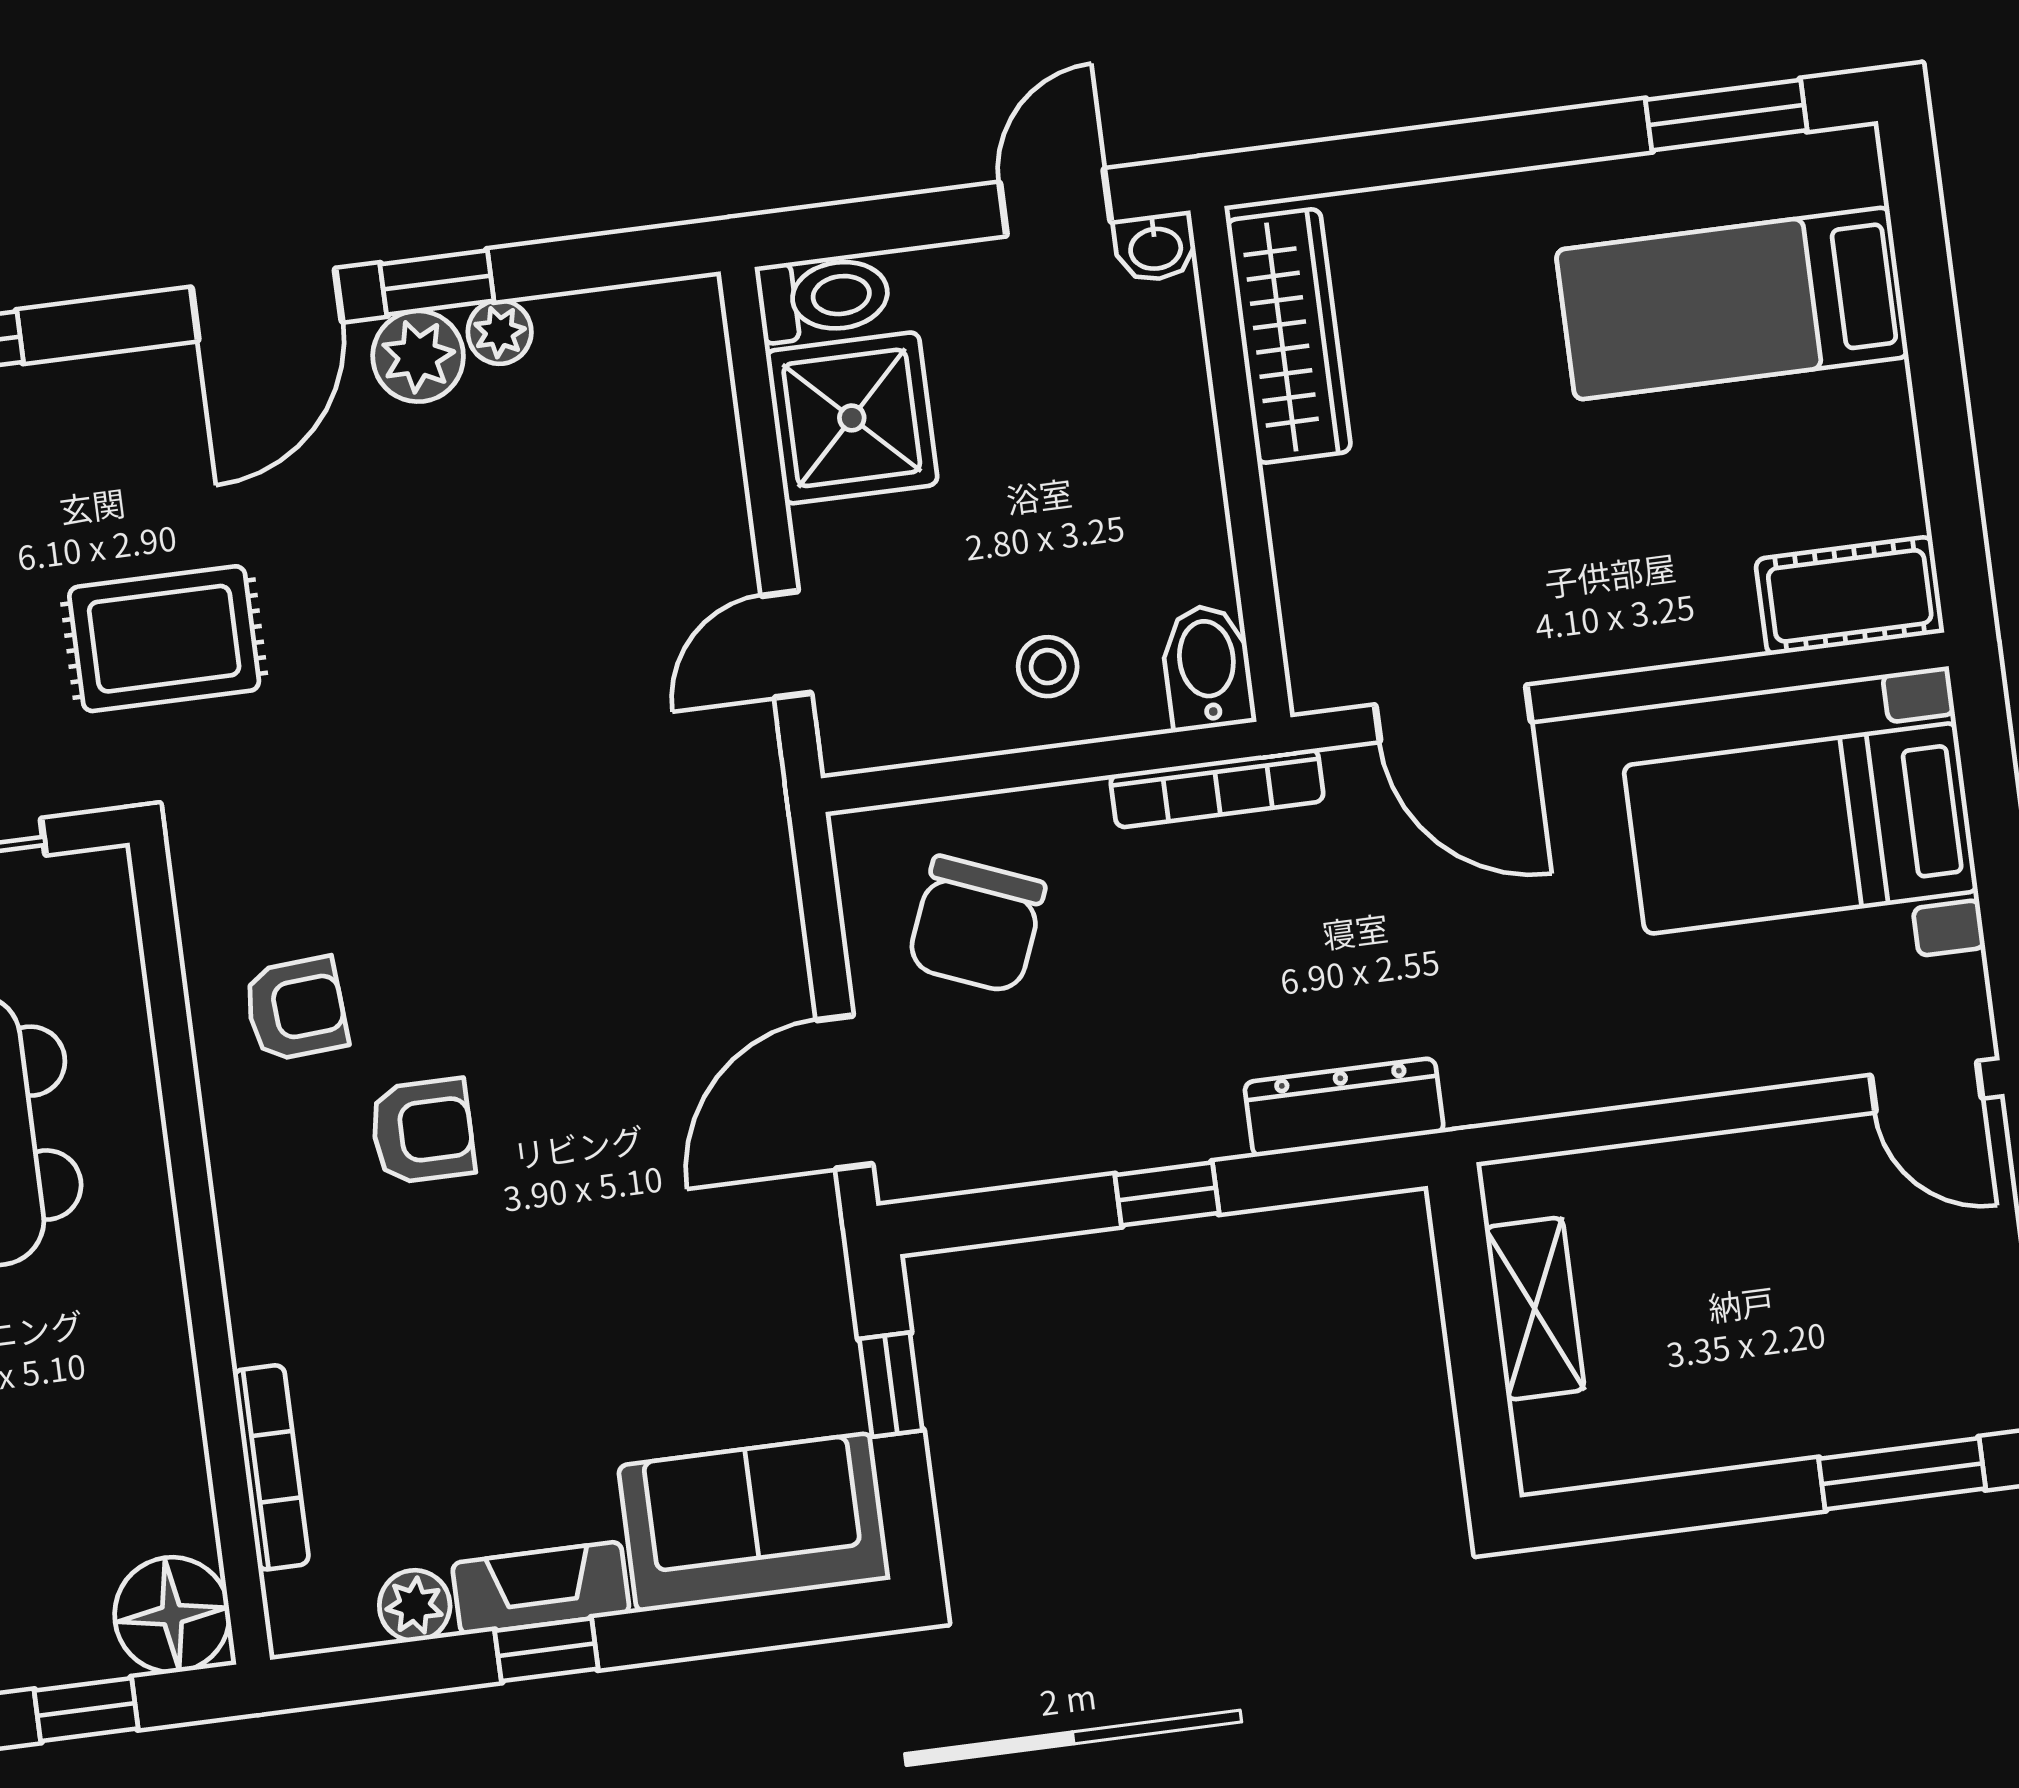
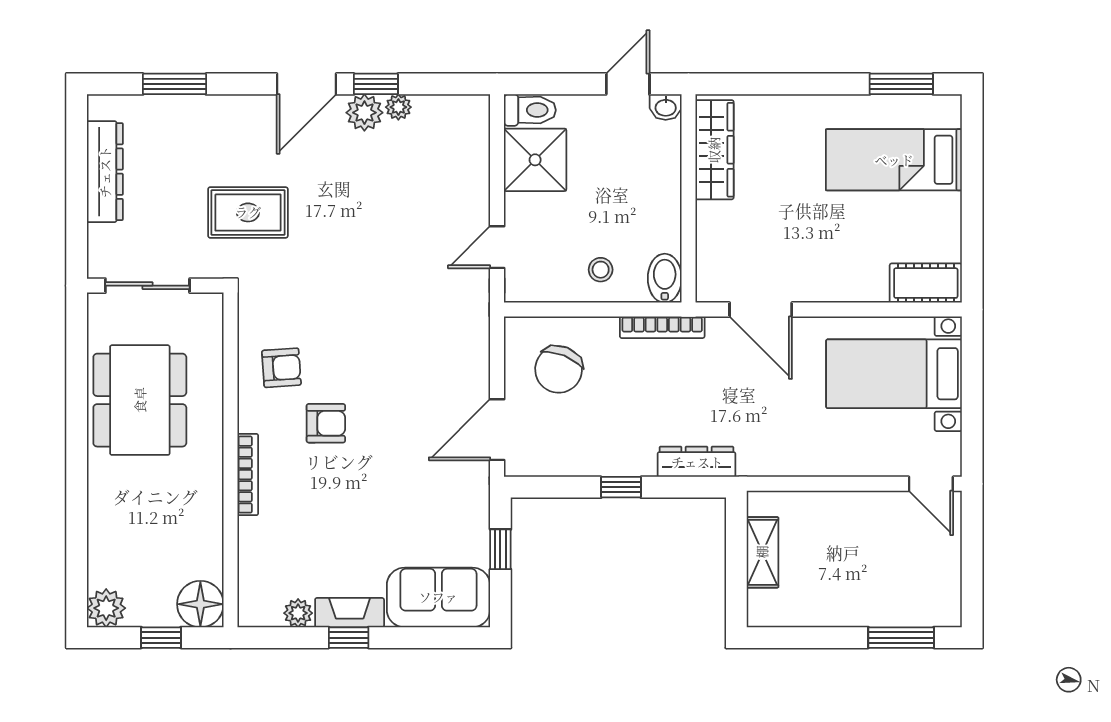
bookcase: (271, 1467) -> (248, 475), moved

